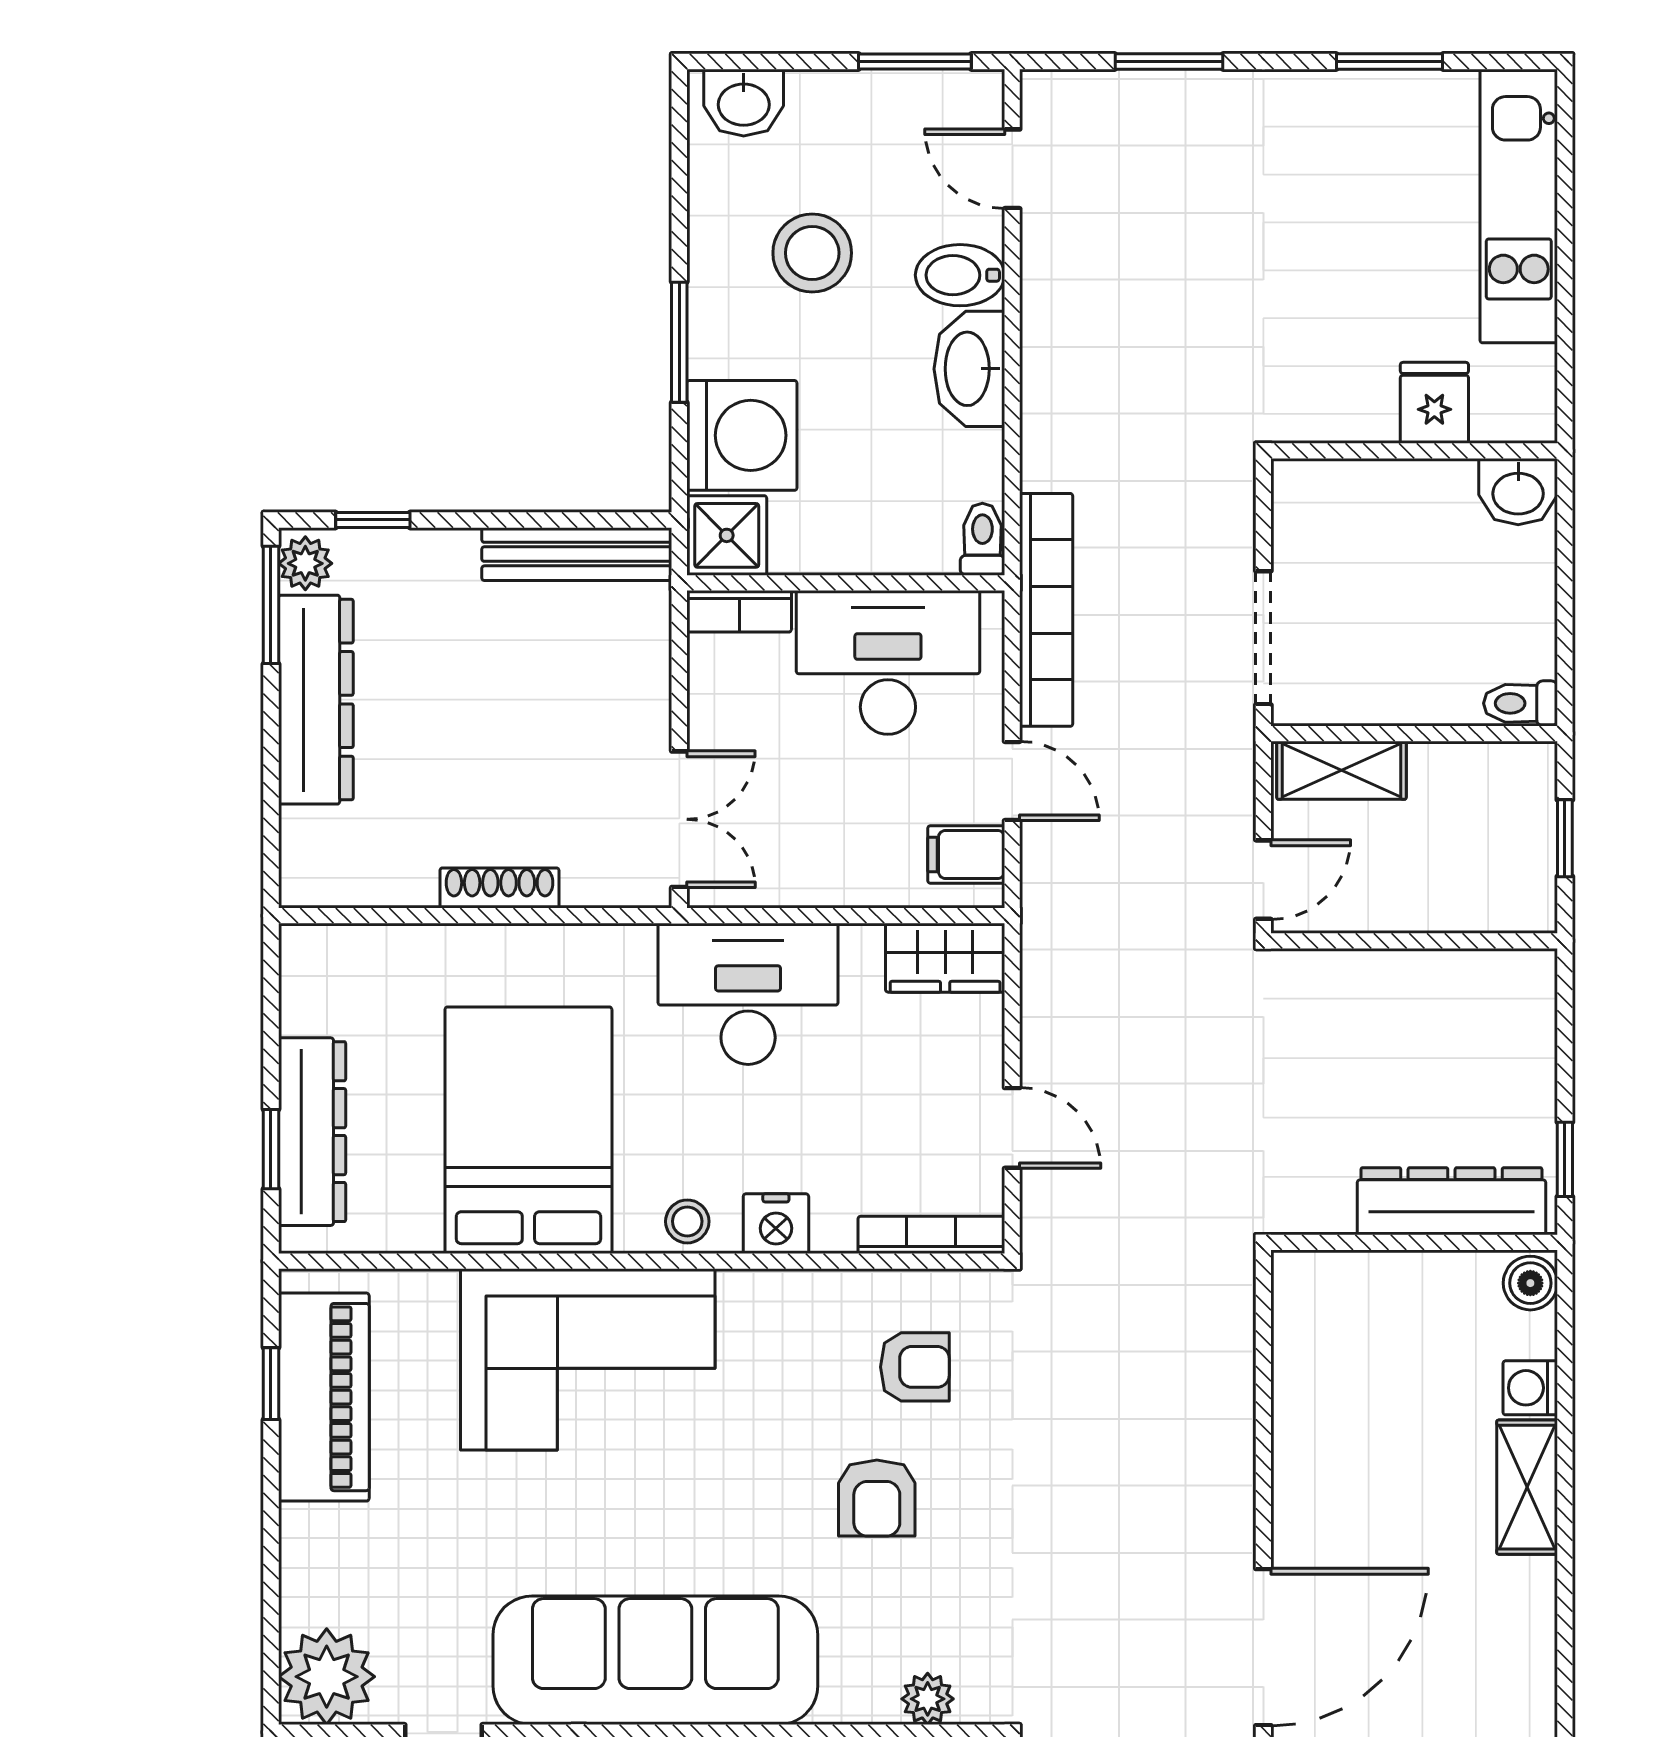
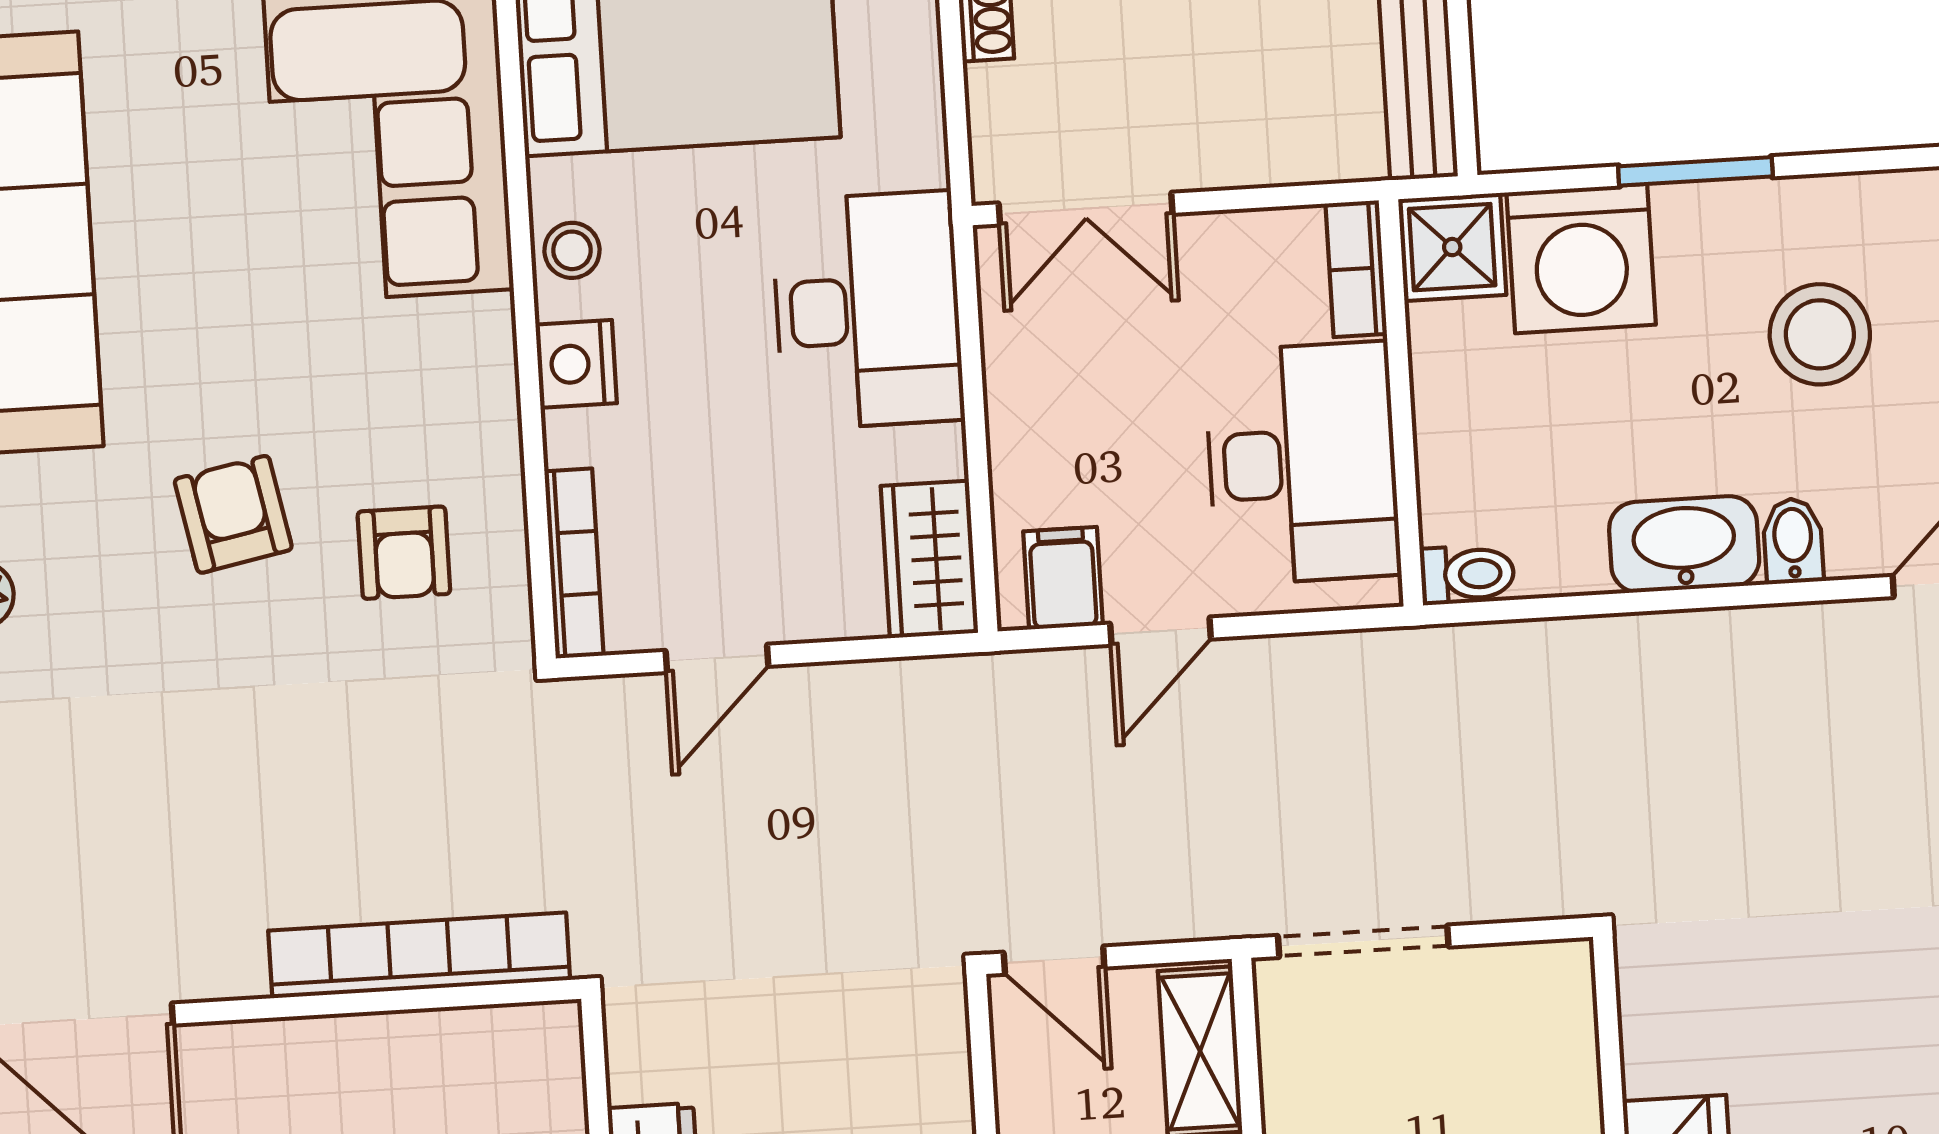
bidet: (960, 275) -> (1793, 541), width x0.72, depth x0.74
bookcase: (1046, 610) -> (419, 955), moved, turned 180
armchair: (877, 1498) -> (233, 514), turned 79

